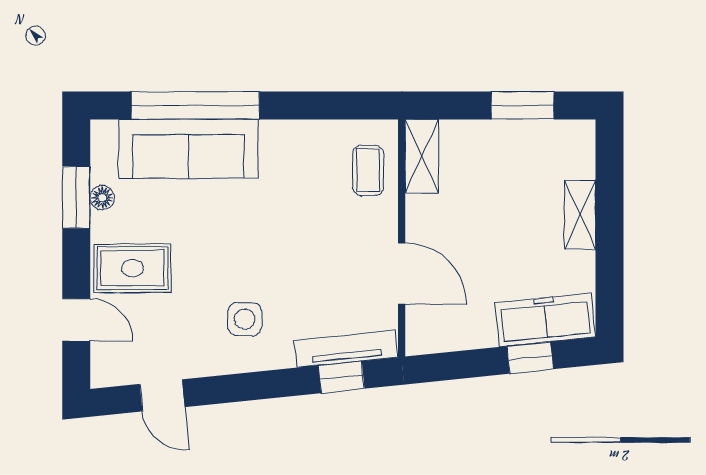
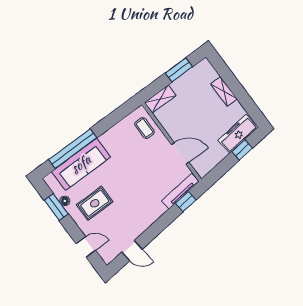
shelving: (422, 156) -> (160, 99), moved, turned 90
rug: (132, 268) -> (95, 203), moved
side table: (245, 319) -> (140, 206), removed

